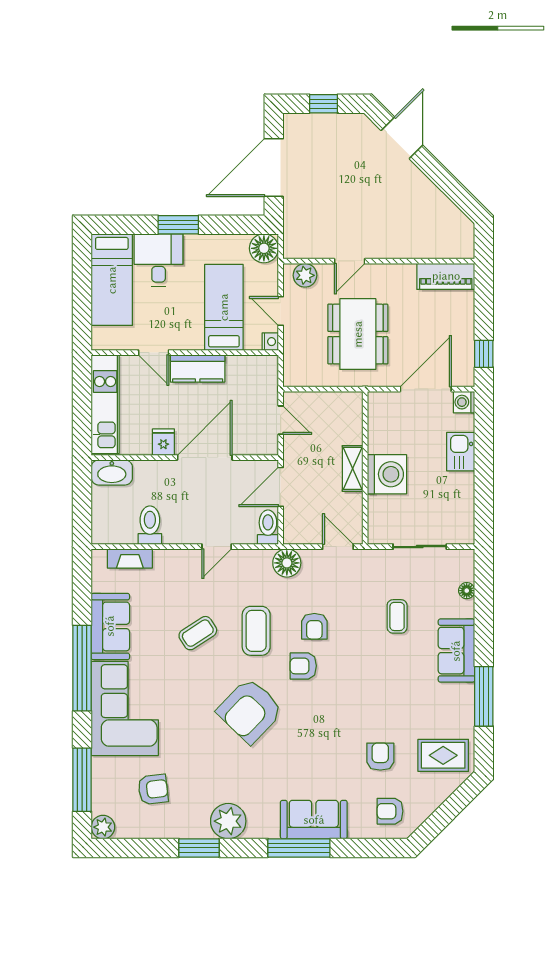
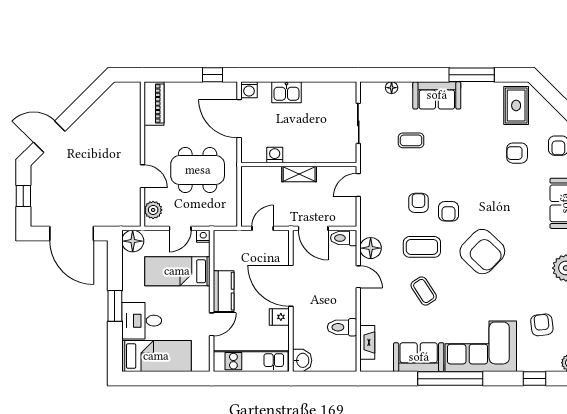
washbasin: (112, 472) -> (302, 360), width x0.72
washing machine: (387, 474) -> (275, 155), moved, width x0.53, depth x0.53
floor lamp: (287, 563) -> (371, 248), moved
armchair: (314, 626) -> (418, 203), turned -90
window: (82, 780) -> (535, 379), width x0.46

